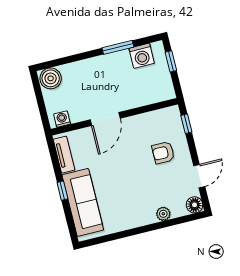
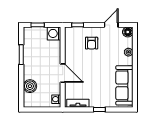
washing machine: (142, 56) -> (54, 33), moved, turned 180
boiler: (51, 78) -> (30, 86), moved
door: (199, 176) -> (111, 25), hinge flipped
sofa: (83, 202) -> (124, 85), moved, turned -90

